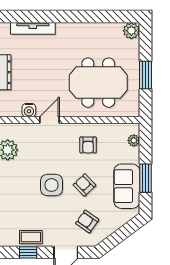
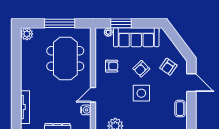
window: (146, 75) -> (60, 23), width x1.44
door: (49, 120) -> (93, 95), hinge flipped
window: (146, 178) -> (121, 23), moved
sofa: (127, 186) -> (136, 37), width x1.36
window: (28, 252) -> (191, 111), removed

